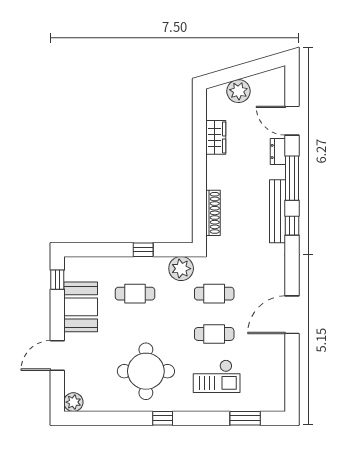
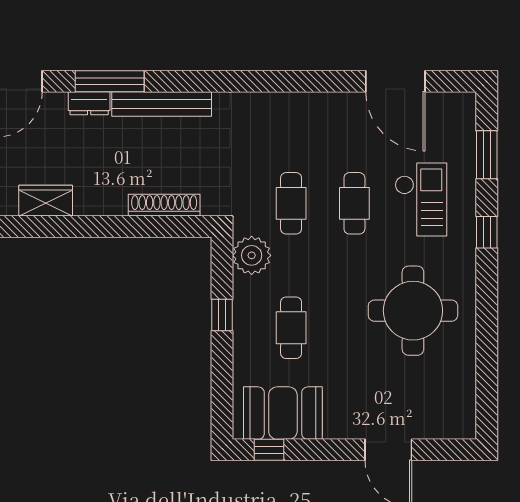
dresser: (278, 151) -> (89, 103), moved
window: (292, 226) -> (184, 81), removed
booth: (81, 307) -> (283, 413), moved
door: (292, 315) -> (395, 81), moved
plant: (73, 402) -> (461, 425), removed
window: (163, 418) -> (487, 232), moved

